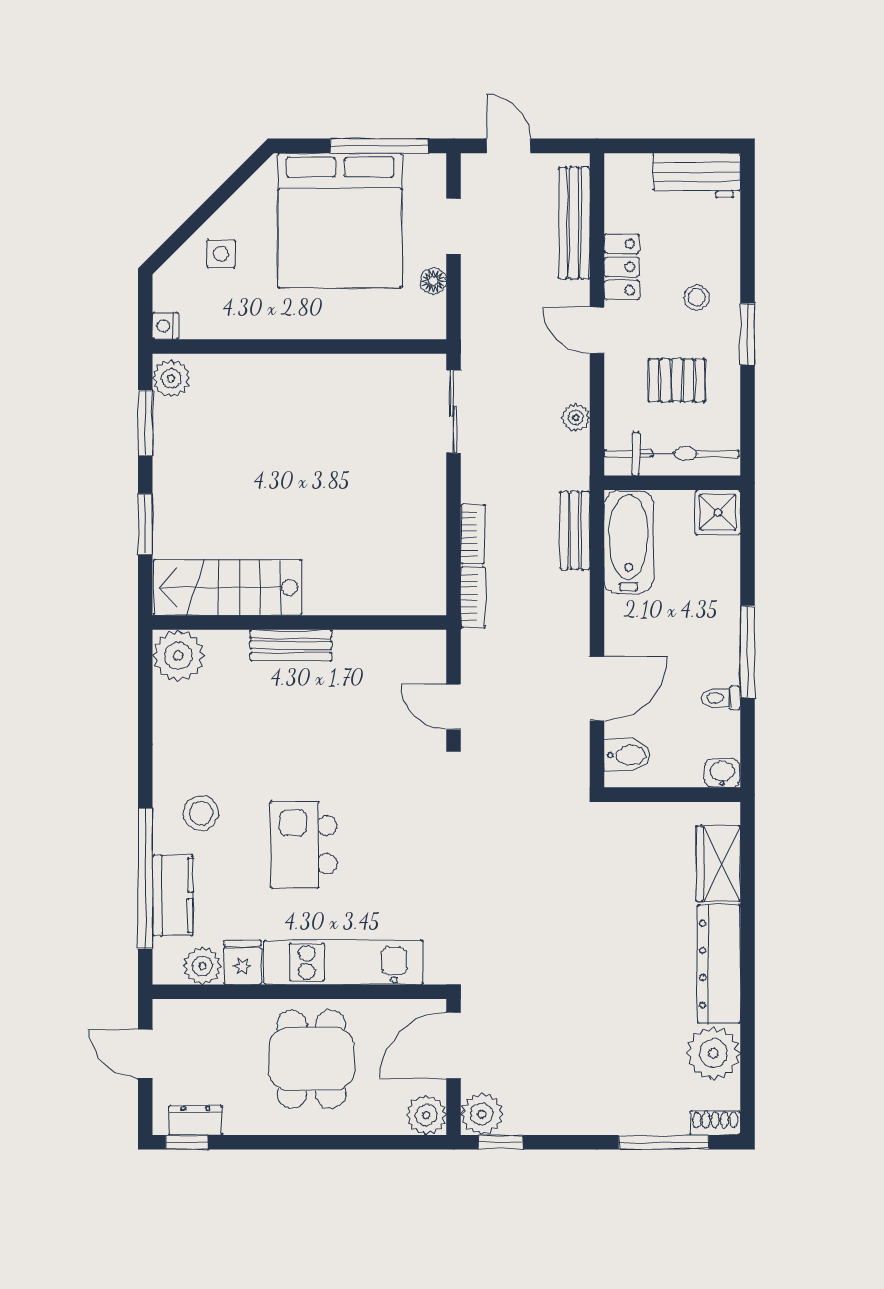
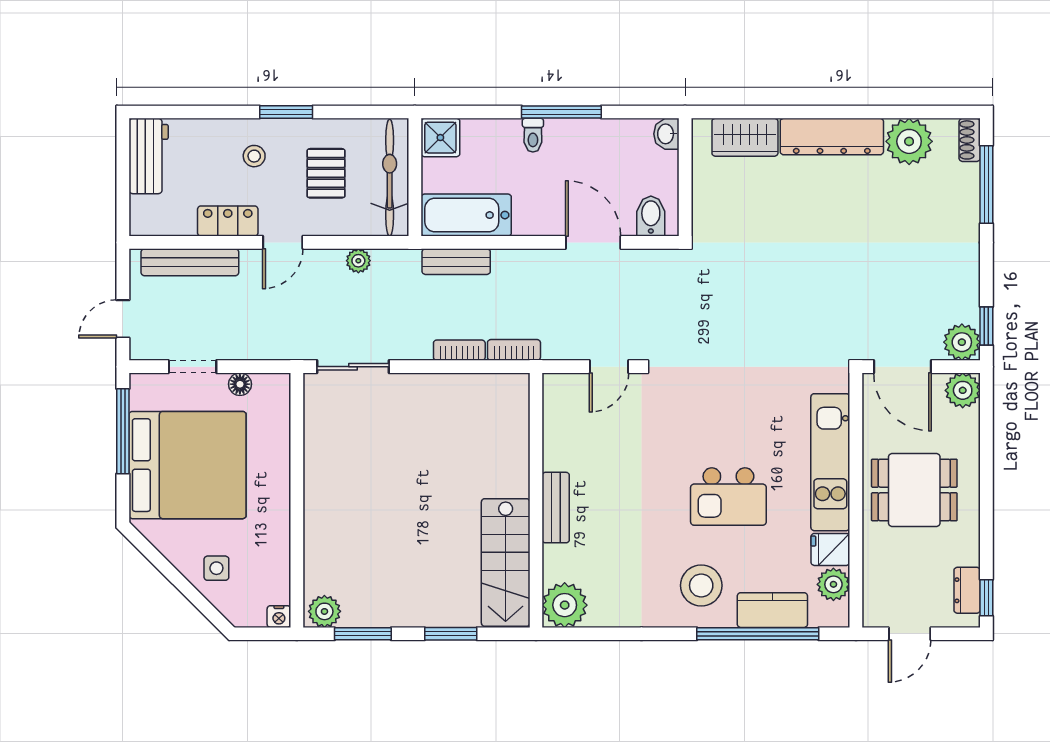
toilet: (721, 698) -> (533, 135), moved
stool: (201, 813) -> (701, 585), width x1.38, depth x1.38

